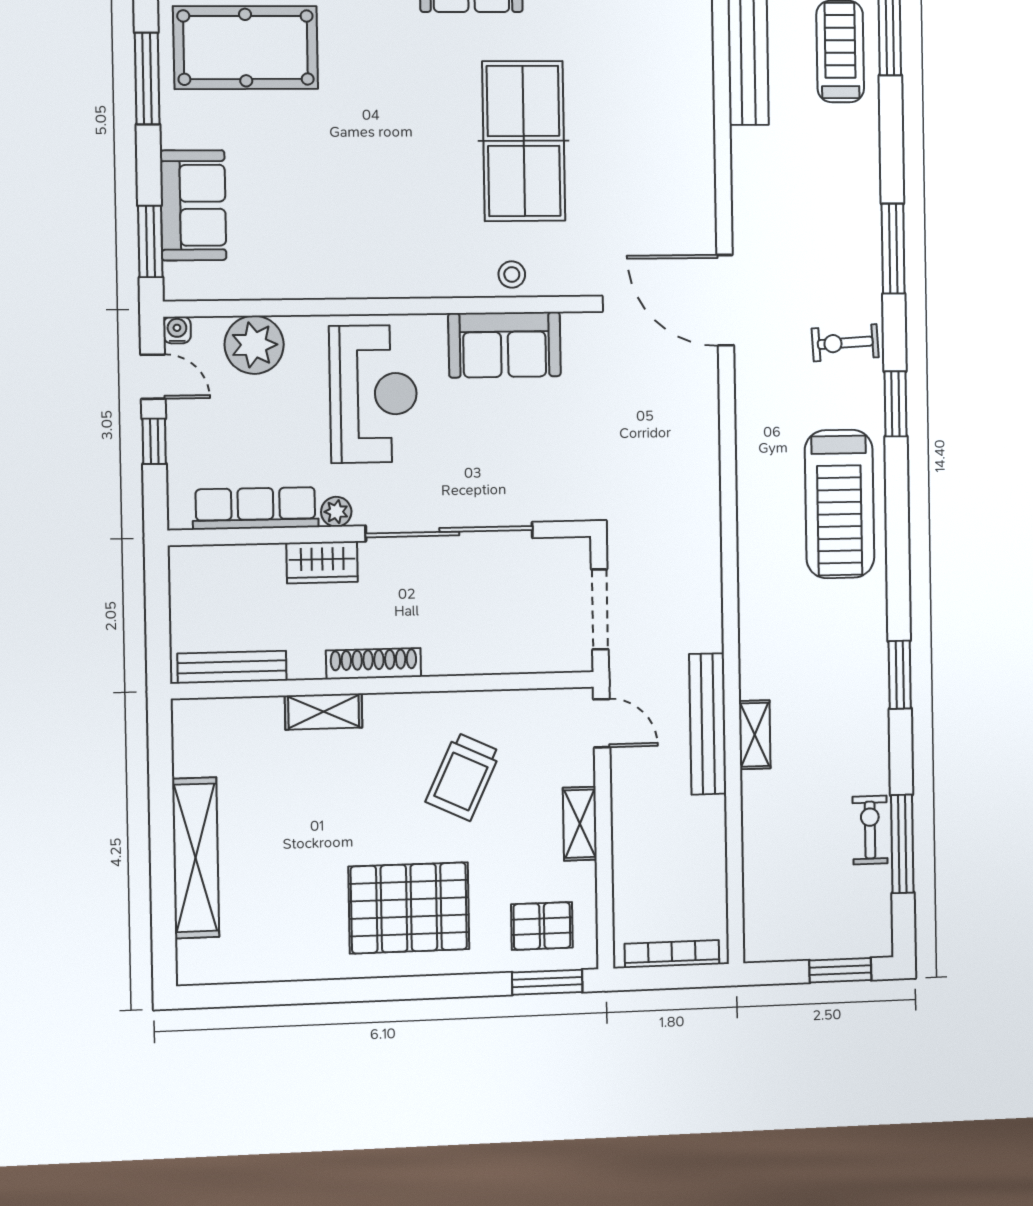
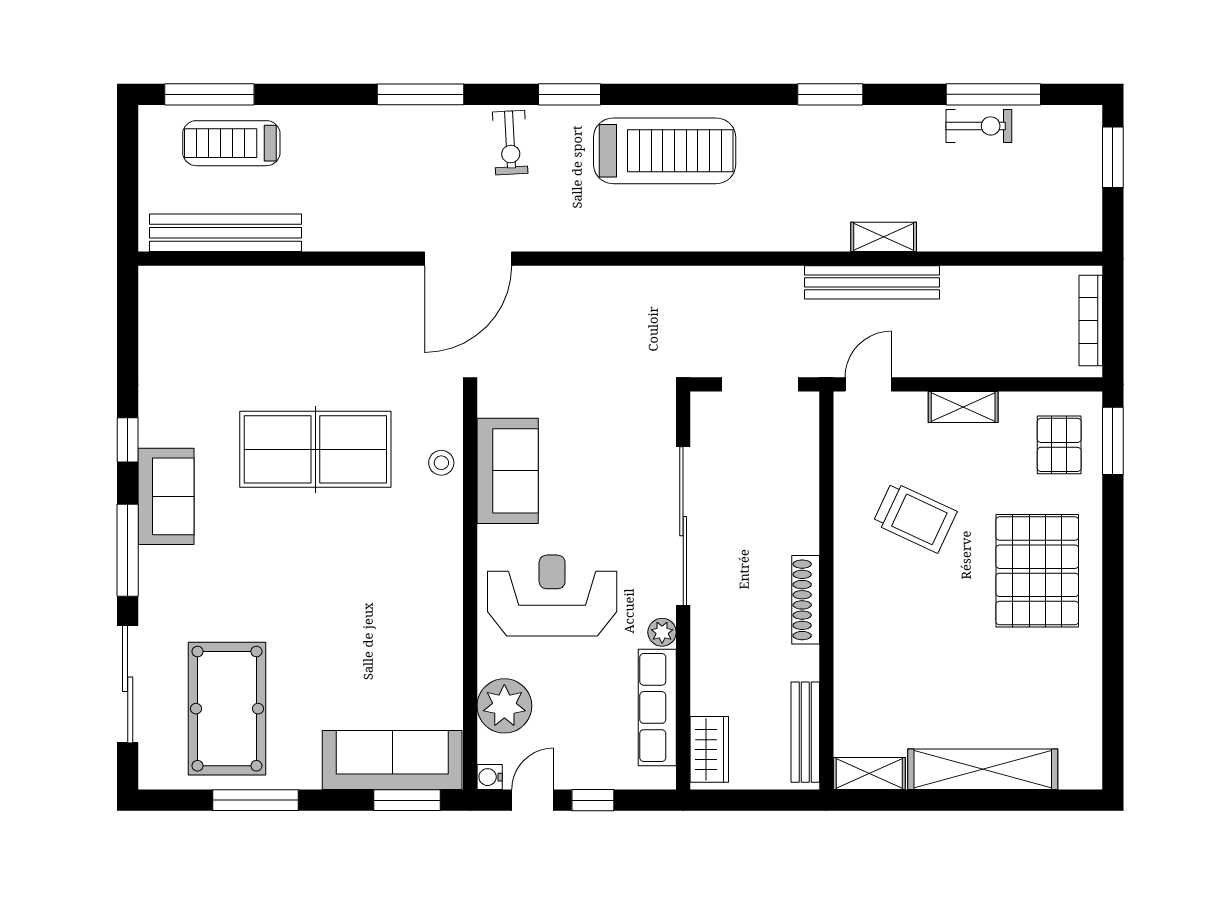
sofa: (193, 205) -> (392, 760), width x1.36
wardrobe: (322, 562) -> (709, 749), moved
shelving: (324, 712) -> (869, 773), moved, turned 90
exercise bike: (870, 830) -> (979, 126), turned 180

